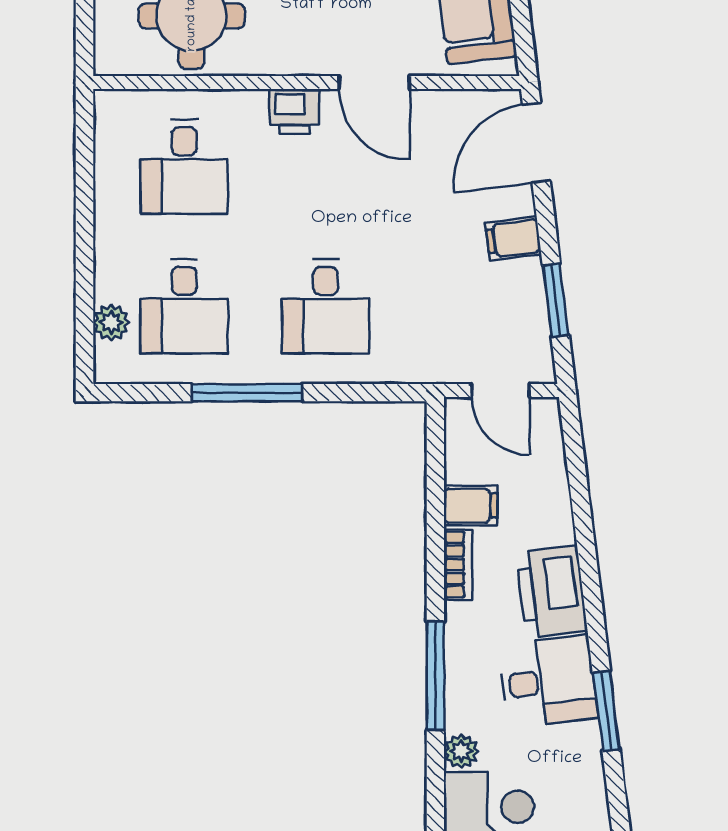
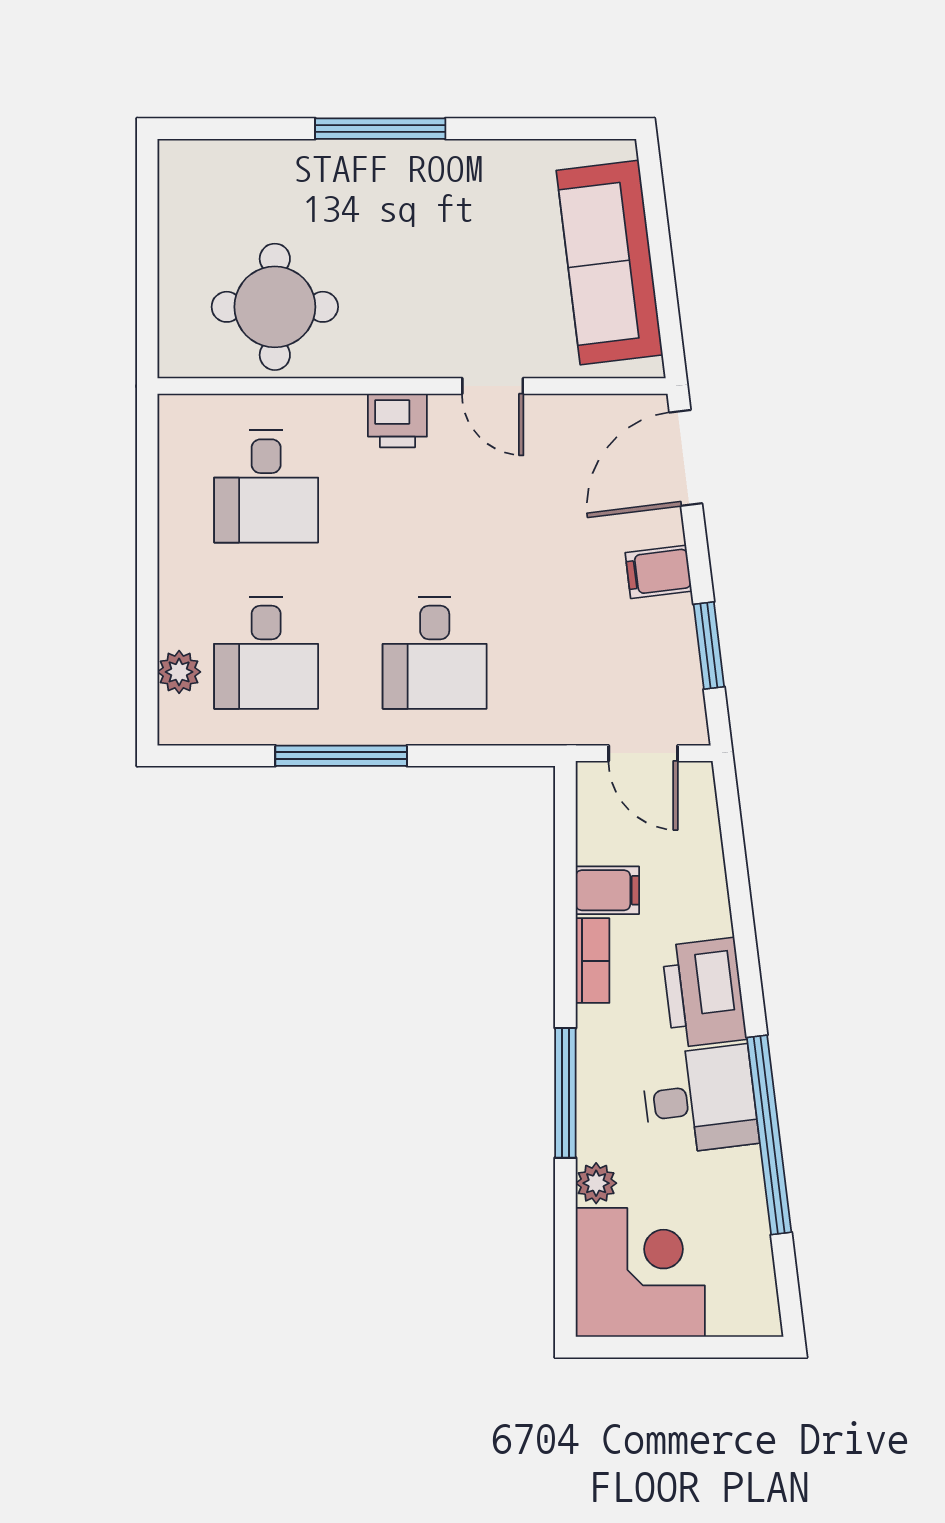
door: (374, 83) -> (493, 386), width x0.73
window: (606, 711) -> (769, 1135), width x2.11

